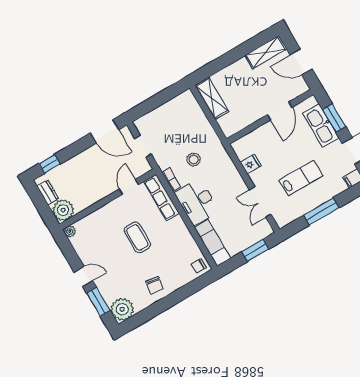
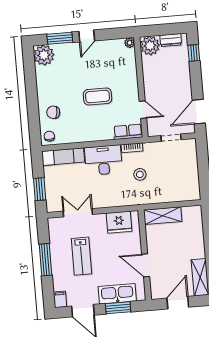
shelving: (212, 98) -> (163, 216), moved
fridge: (251, 164) -> (119, 222), width x1.88, depth x1.34
row of seats: (161, 197) -> (128, 132), width x0.68
chair: (154, 285) -> (53, 112), moved

